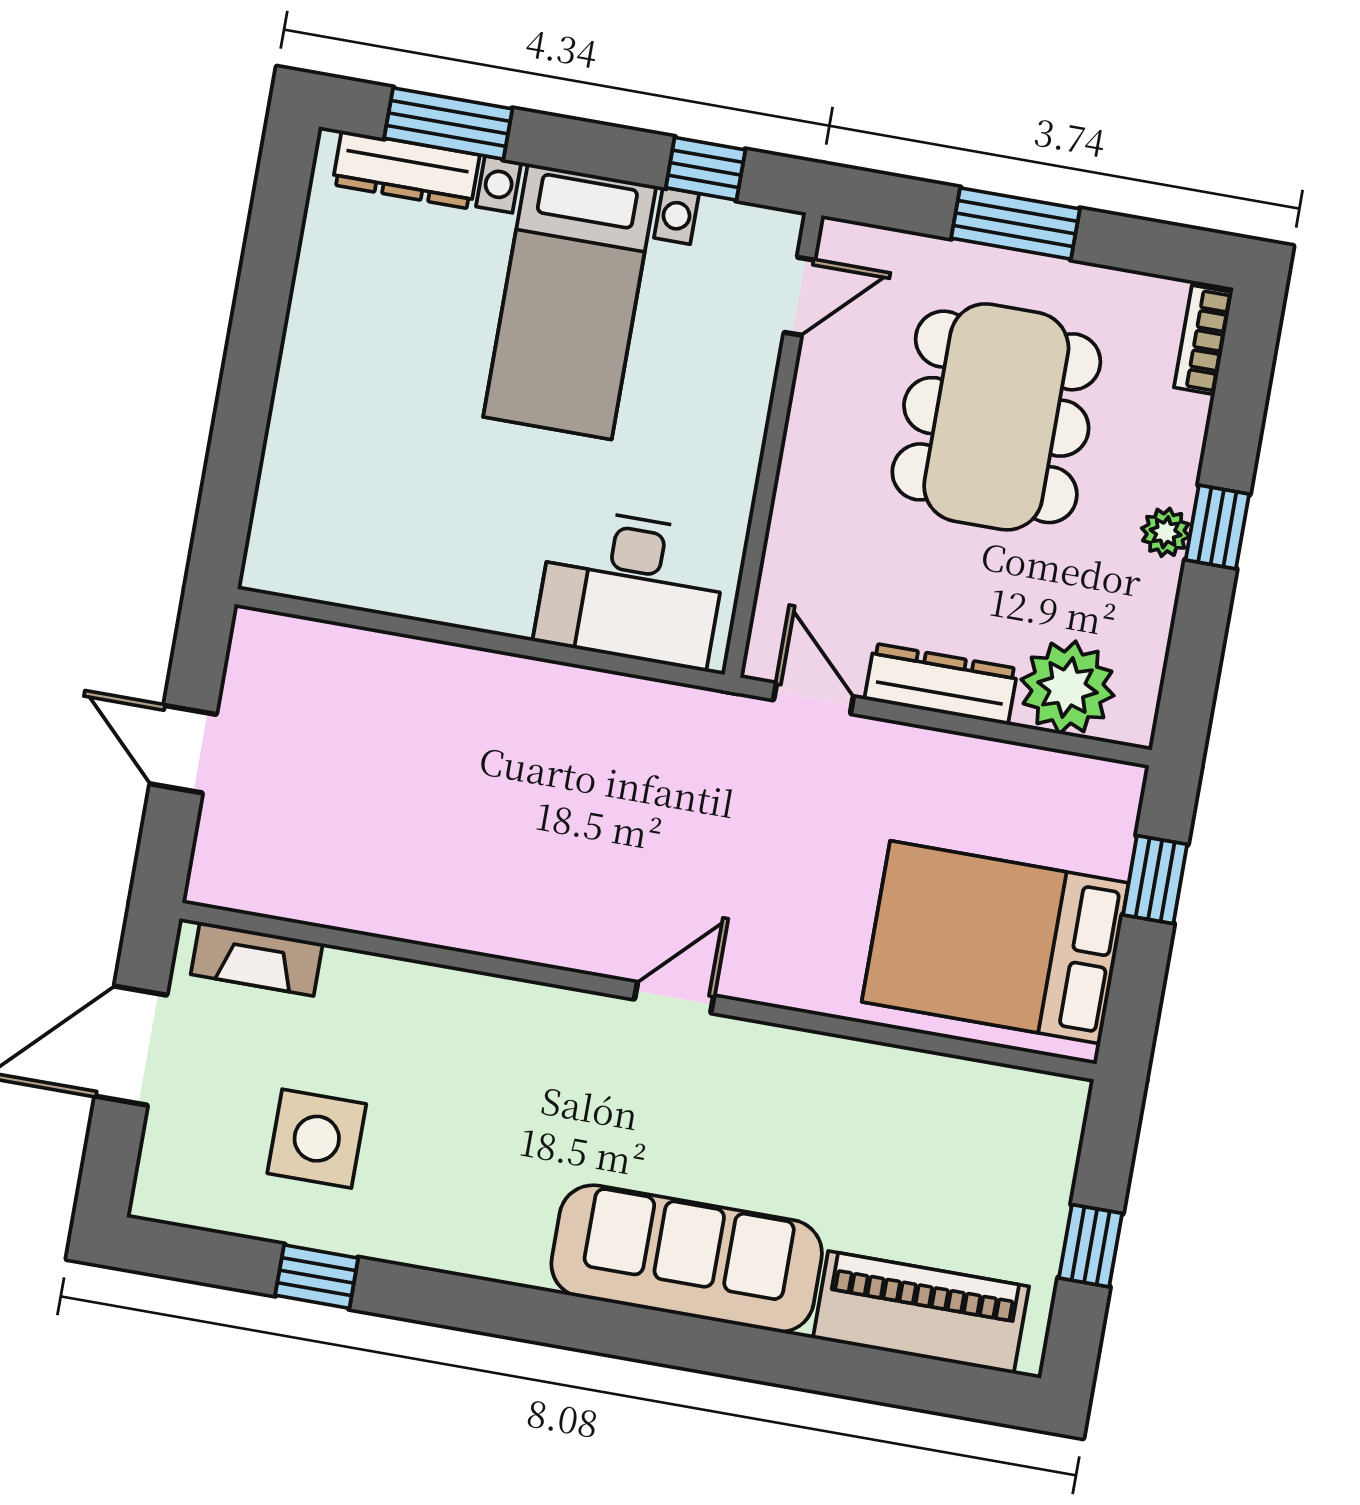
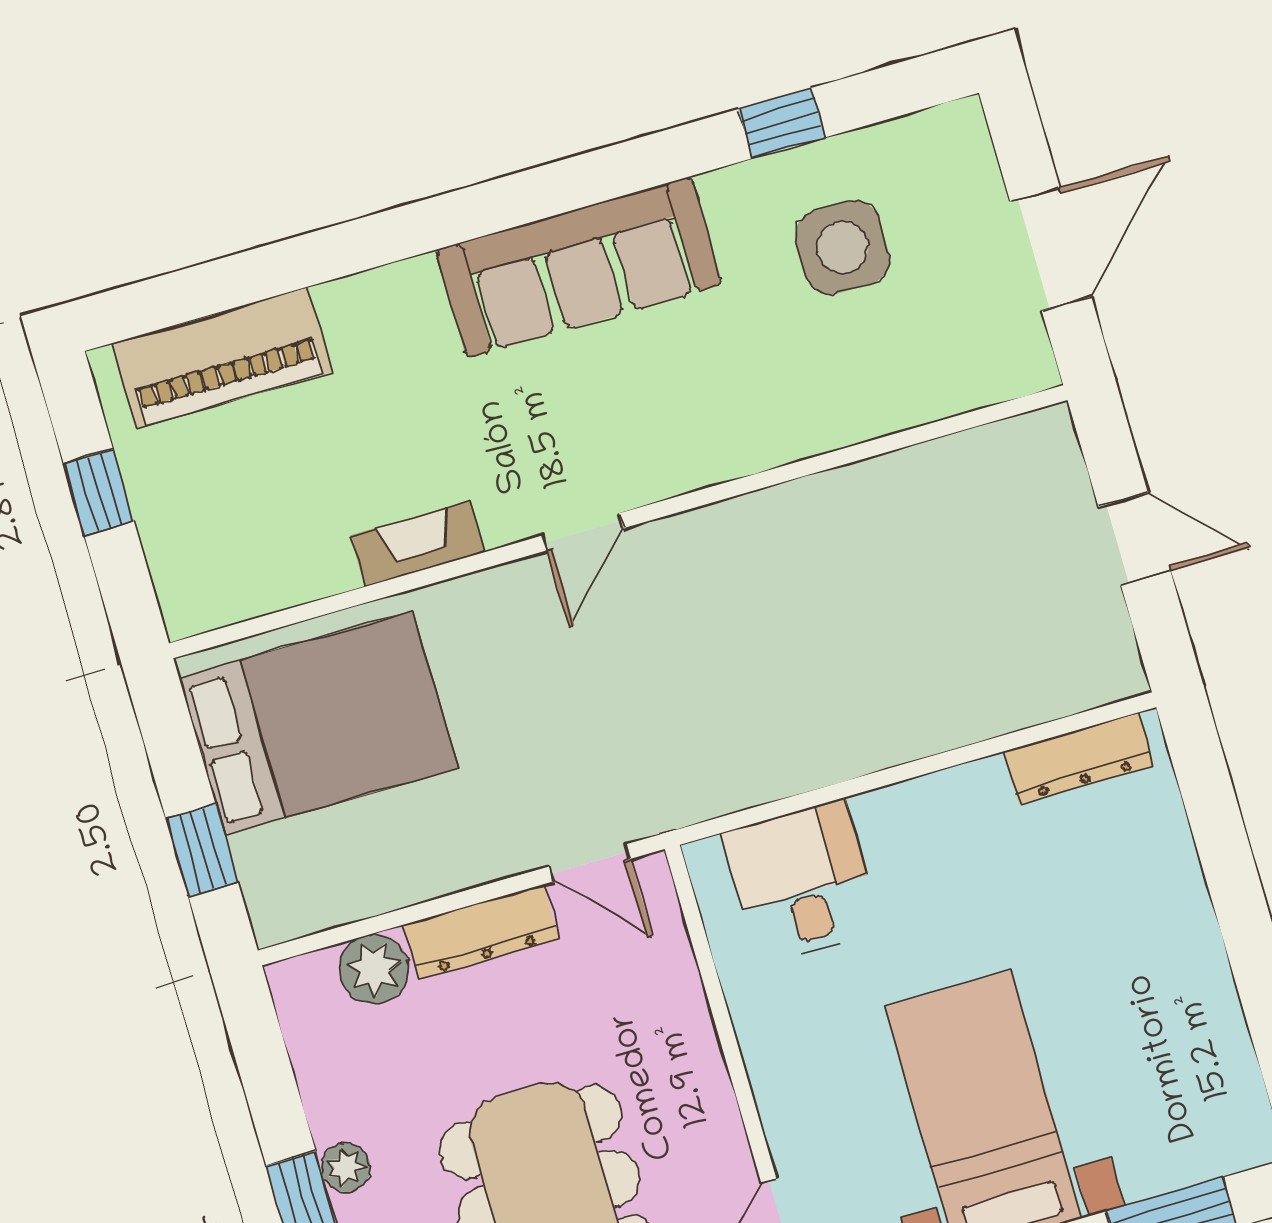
dresser: (406, 170) -> (1079, 758), moved, turned 180
desk: (631, 588) -> (802, 882), width x0.73
plant: (1068, 687) -> (374, 969), width x0.73, depth x0.73
fireplace: (257, 959) -> (418, 544), moved
sofa: (687, 1259) -> (579, 267), moved

